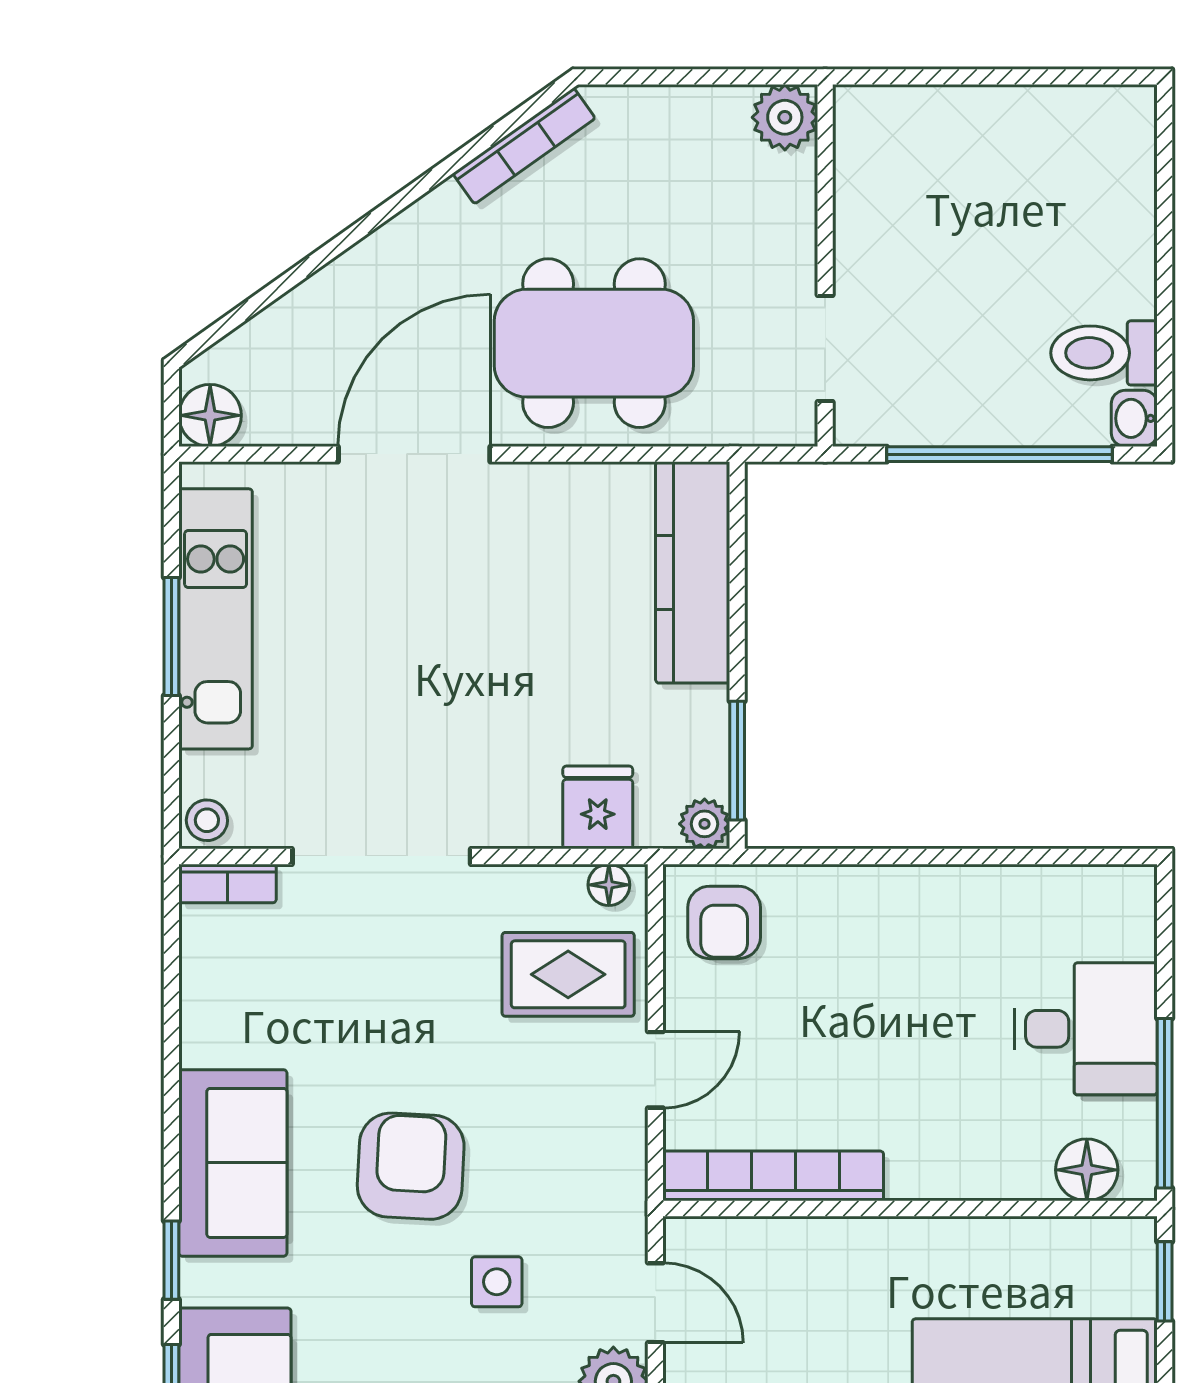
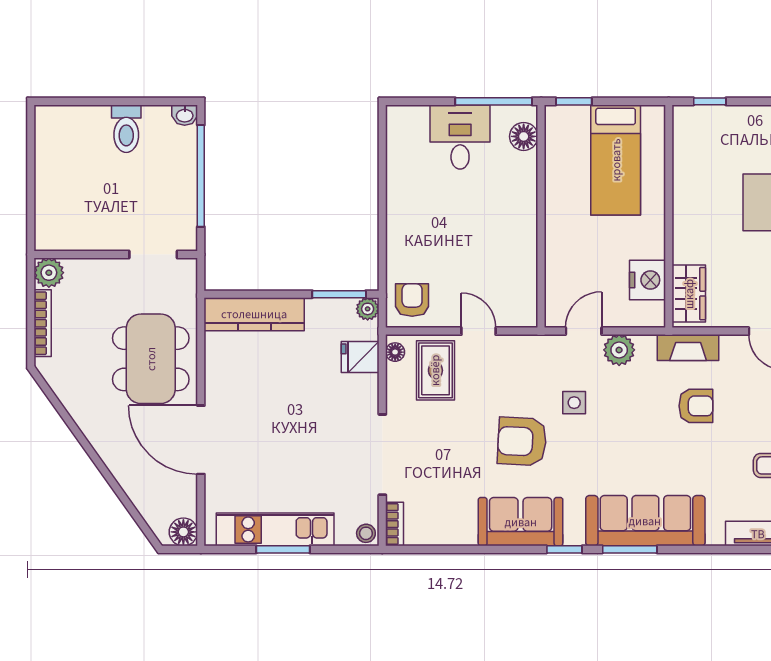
bookcase: (524, 146) -> (43, 323), moved, turned 35
toilet: (1104, 353) -> (126, 129), moved
armchair: (724, 922) -> (412, 300), turned -90
bookcase: (773, 1176) -> (526, 278), removed

